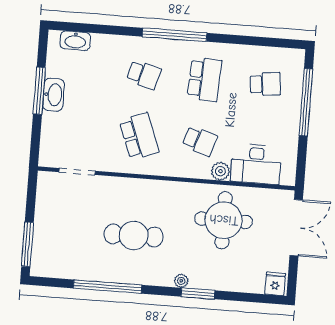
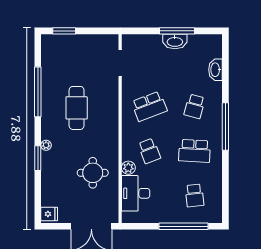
washbasin: (75, 41) -> (216, 70), moved
school desk: (200, 141) -> (149, 151), turned -39
round table: (224, 220) -> (93, 173), width x0.73, depth x0.73
window: (28, 244) -> (64, 31), width x0.69

